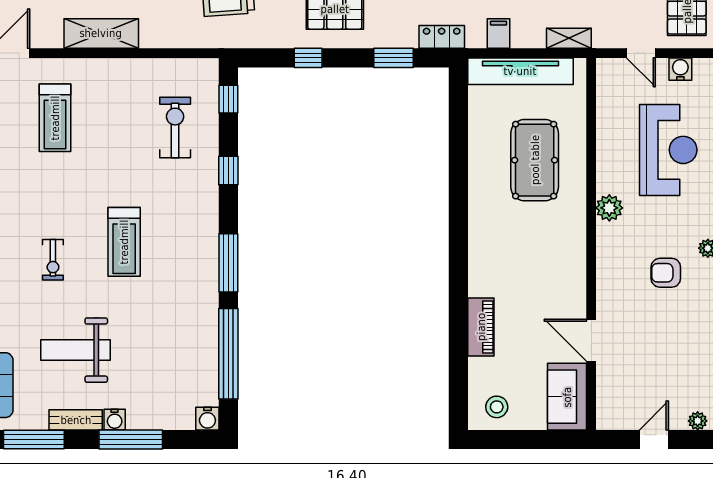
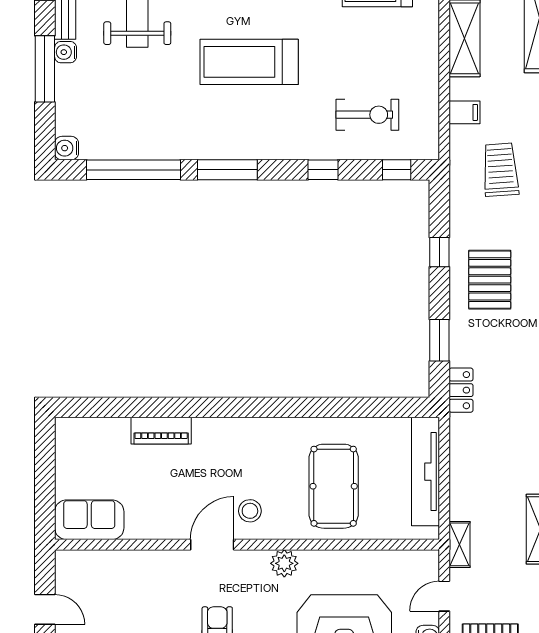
filing cabinet: (499, 33) -> (464, 112), moved
shelving: (569, 38) -> (460, 544), moved
pool table: (535, 160) -> (334, 486), turned 90
treadmill: (124, 242) -> (249, 62), width x1.37, depth x1.38
door: (591, 340) -> (212, 545), moved
stool: (497, 407) -> (250, 511), moved

